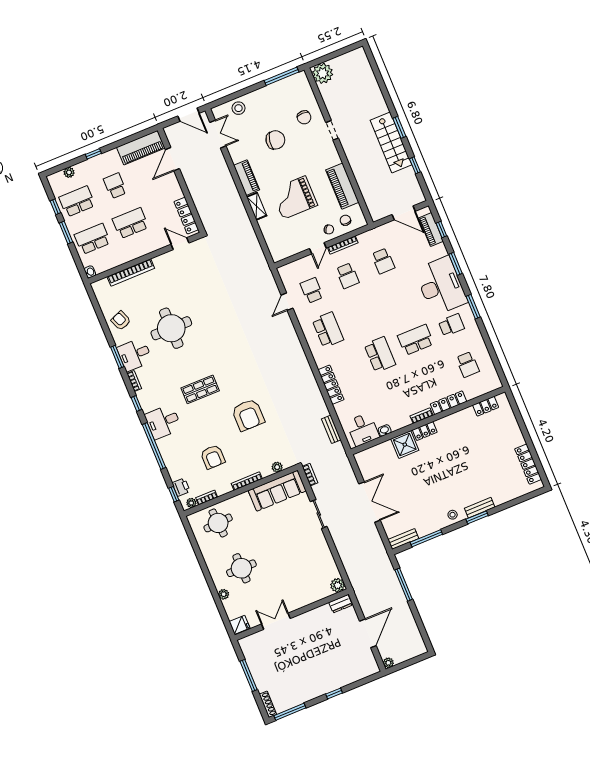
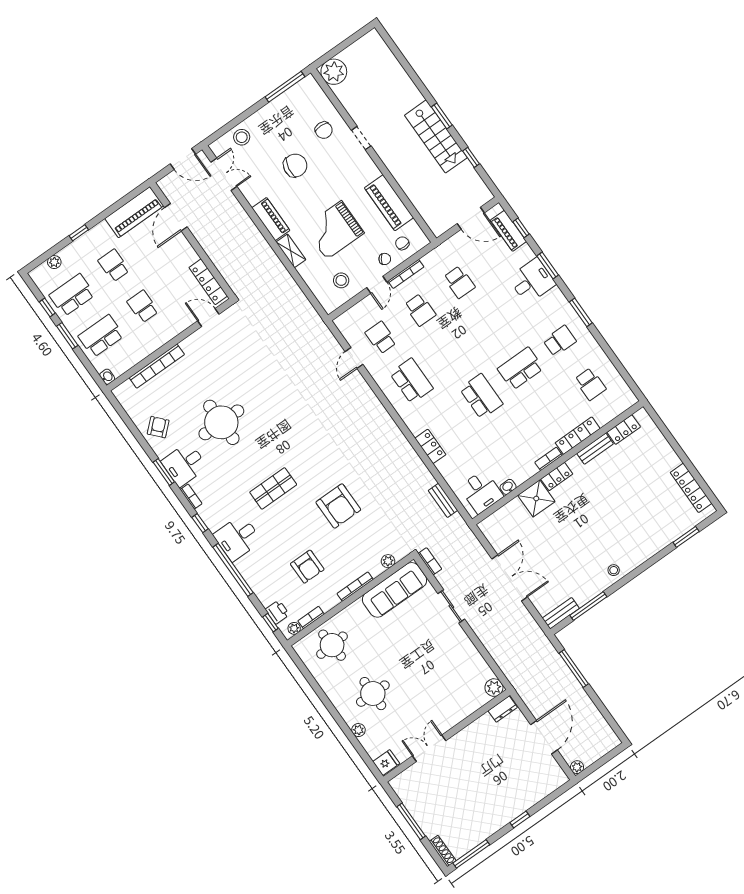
school desk: (130, 223) -> (143, 306), width x0.54
stool: (291, 238) -> (341, 280), added
desk: (441, 286) -> (532, 281), width x0.53, depth x0.77
armchair: (121, 321) -> (158, 427), turned 70
locker: (331, 385) -> (430, 446), width x0.66
bench: (480, 508) -> (595, 449), moved
window: (477, 517) -> (686, 537), moved

